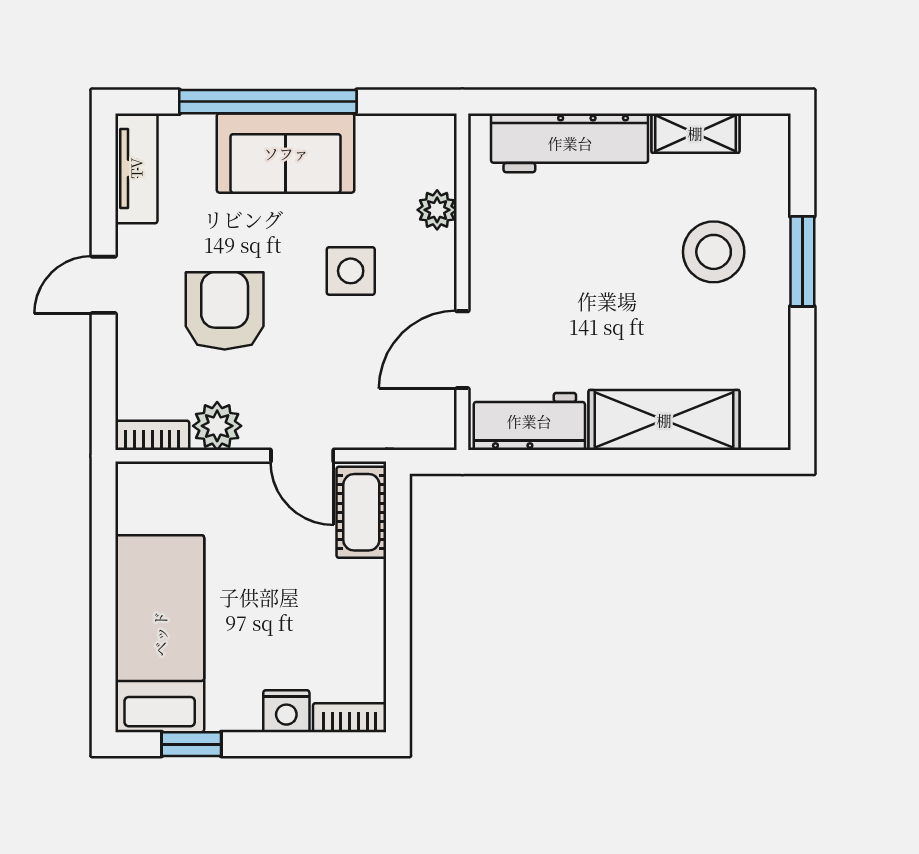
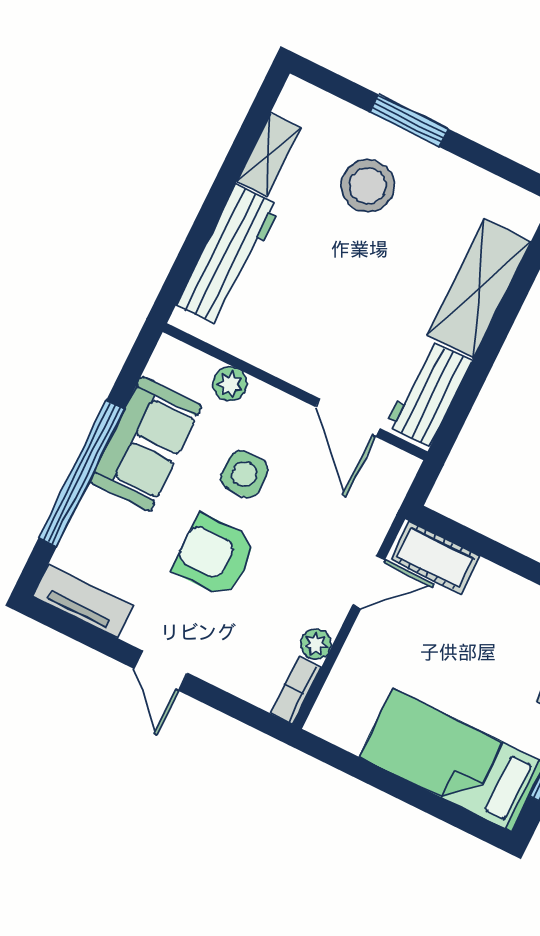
sofa: (286, 153) -> (146, 444), moved
armchair: (225, 311) -> (215, 556), moved
plant: (217, 426) -> (316, 644), width x0.73, depth x0.73

